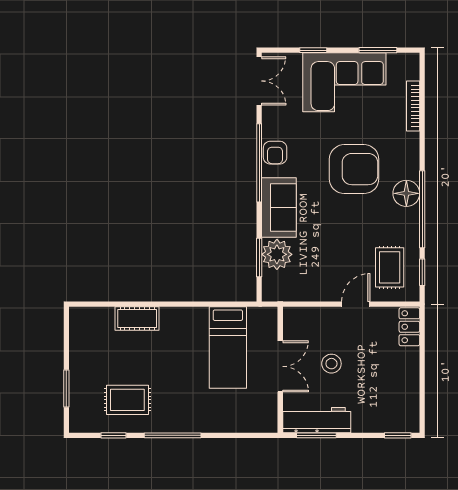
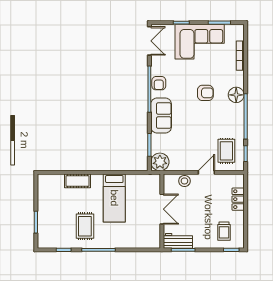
armchair: (354, 169) -> (205, 93), width x0.53, depth x0.53
floor lamp: (406, 193) -> (236, 95), moved
plant: (277, 254) -> (160, 162), moved
locker: (409, 327) -> (238, 199), moved
bed: (228, 348) -> (114, 198), moved
stool: (331, 364) -> (184, 181), moved
rug: (127, 400) -> (85, 226), moved, turned 90
trolley: (386, 404) -> (224, 231), added
workbench: (317, 420) -> (178, 241), width x0.73

